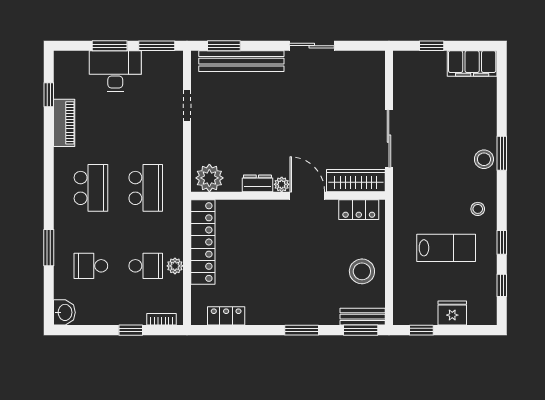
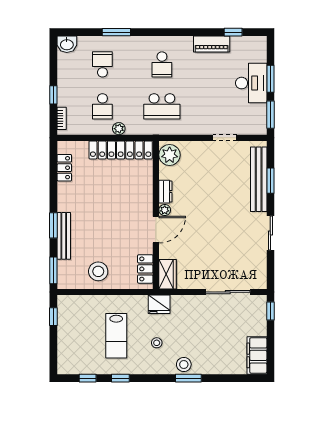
window: (224, 46) -> (270, 181), moved
window: (432, 46) -> (270, 311), moved
sliding door: (389, 139) -> (228, 292), moved
wardrobe: (356, 181) -> (168, 274), width x0.67
school desk: (91, 188) -> (162, 64), width x0.54
stool: (478, 209) -> (157, 343), moved
plant: (175, 266) -> (119, 129), moved
fridge: (452, 313) -> (159, 304), moved, turned 90
bench: (363, 317) -> (64, 236), moved, width x1.36

